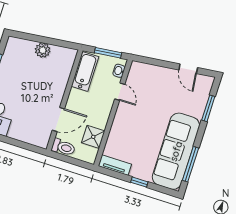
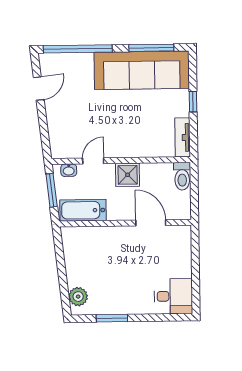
plant: (43, 50) -> (78, 297), moved
window: (208, 108) -> (78, 49), width x2.11
shower: (93, 137) -> (128, 175), moved
toilet: (63, 147) -> (182, 176), moved, turned 180

